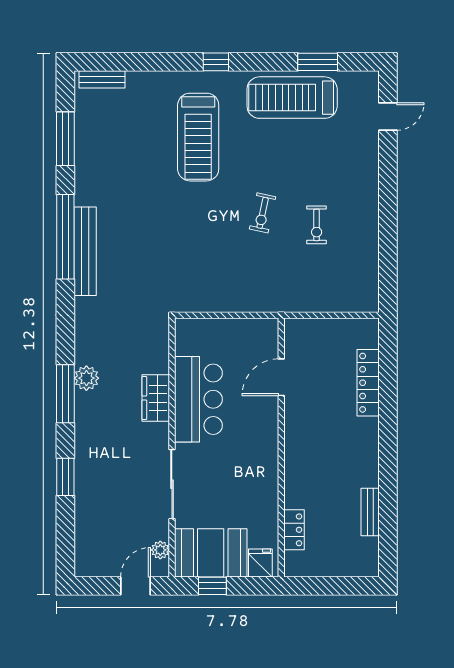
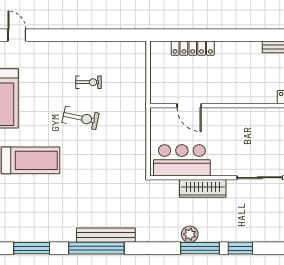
exercise bike: (263, 213) -> (81, 118), width x1.38, depth x1.39
wardrobe: (156, 398) -> (203, 188), width x1.50
bar counter: (198, 399) -> (182, 160), moved
window: (65, 477) -> (240, 248), moved

